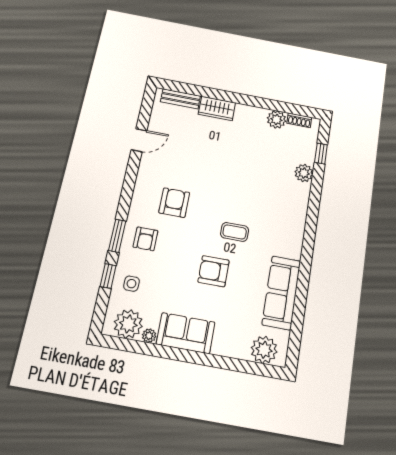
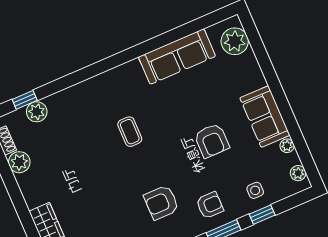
plant: (304, 173) -> (37, 112), moved
coffee table: (235, 232) -> (130, 132), moved
armchair: (214, 271) -> (212, 141), moved
plant: (128, 324) -> (298, 173), width x0.53, depth x0.53

